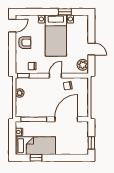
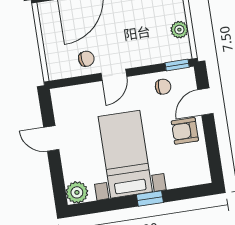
window: (65, 12) -> (150, 198), moved
door: (12, 26) -> (205, 102), moved
plant: (83, 65) -> (77, 192), moved

